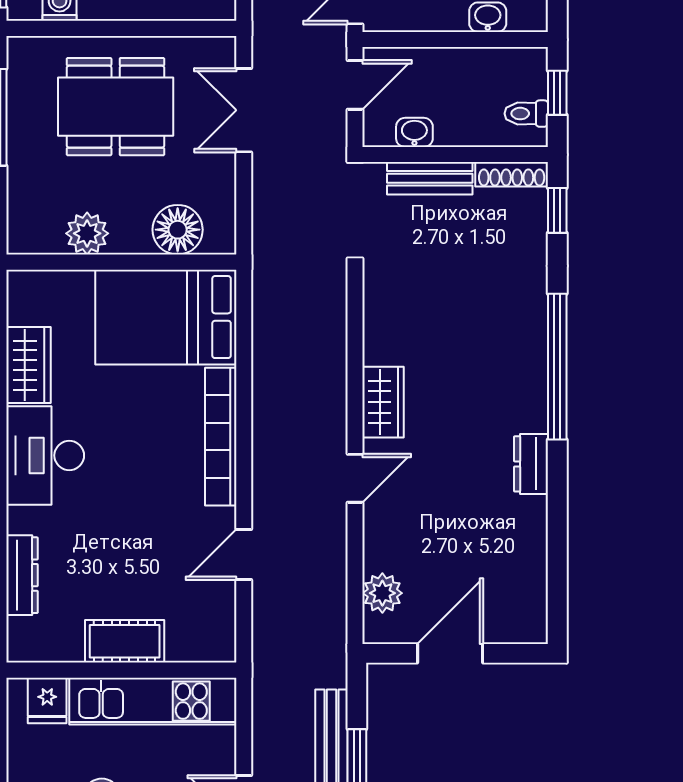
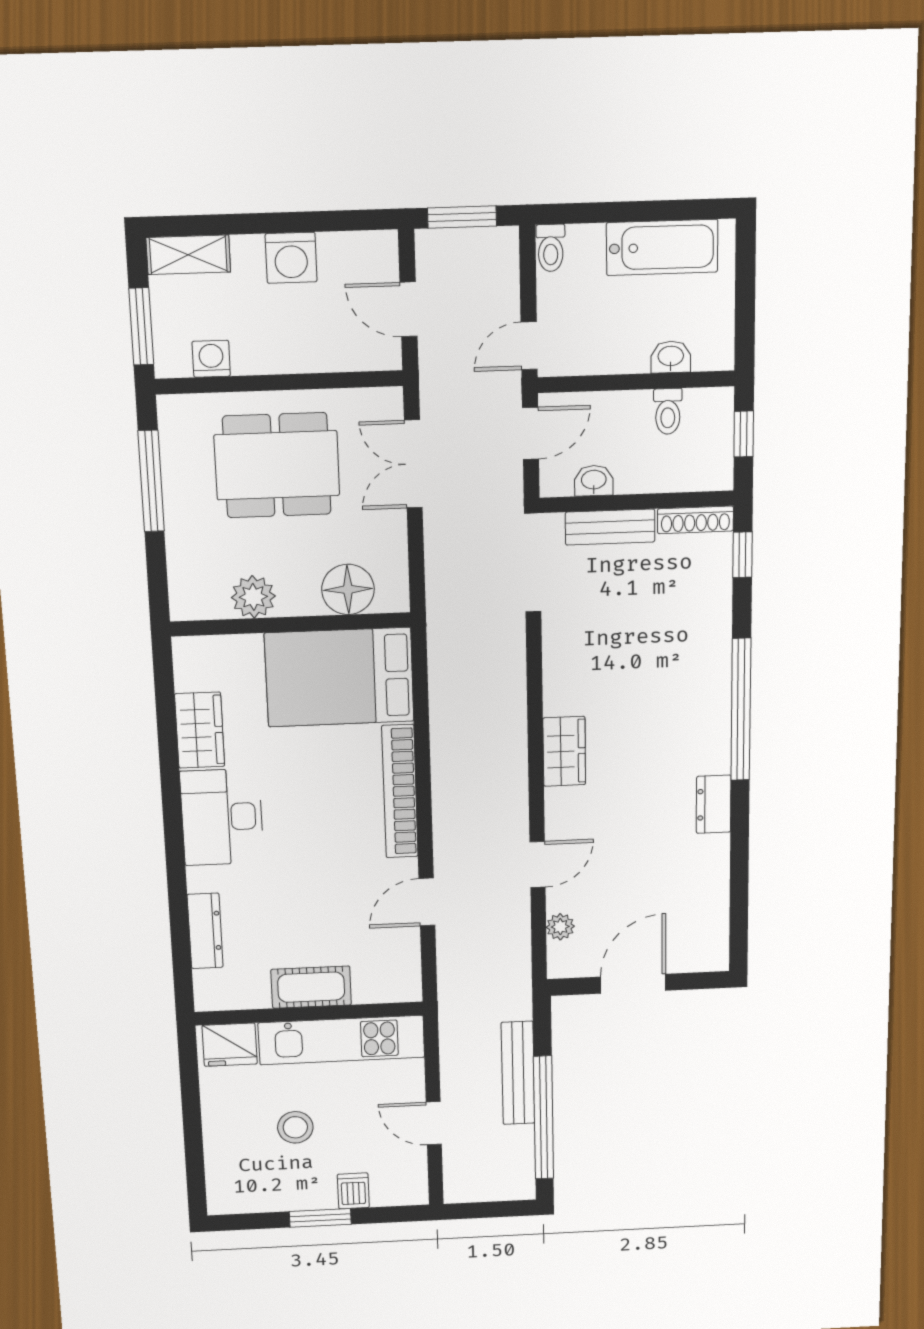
toilet: (526, 114) -> (668, 411), moved, turned -90
door: (355, 478) -> (538, 865), moved
plant: (382, 593) -> (560, 927), width x0.73, depth x0.73
fridge: (47, 700) -> (230, 1045), width x1.38

